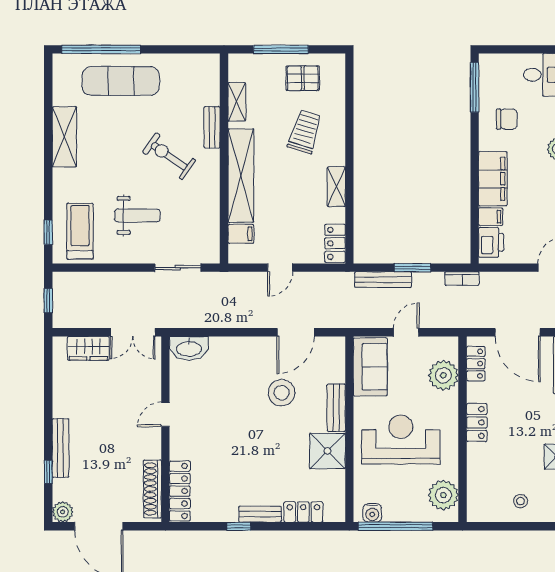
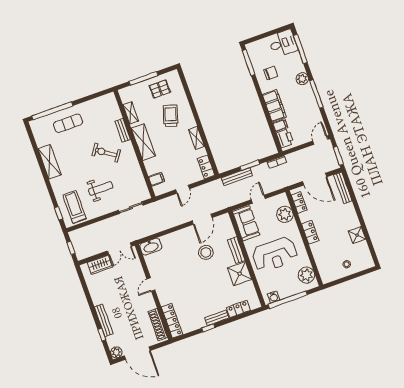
exercise mat: (121, 81) -> (68, 123), width x0.73, depth x0.69
shelving: (241, 176) -> (143, 142), width x0.68
reception desk: (401, 439) -> (275, 255), turned 180

